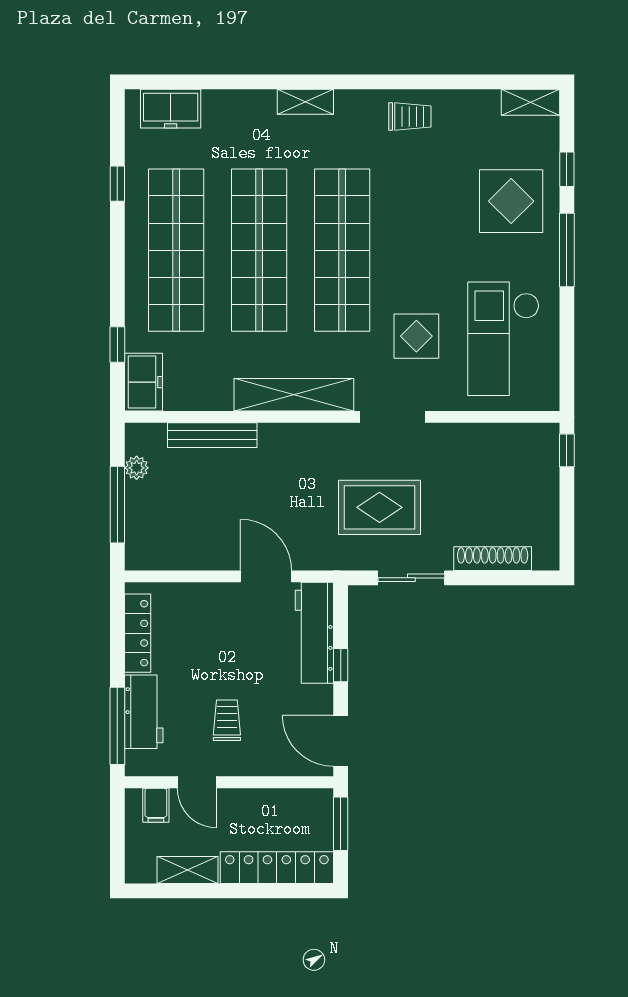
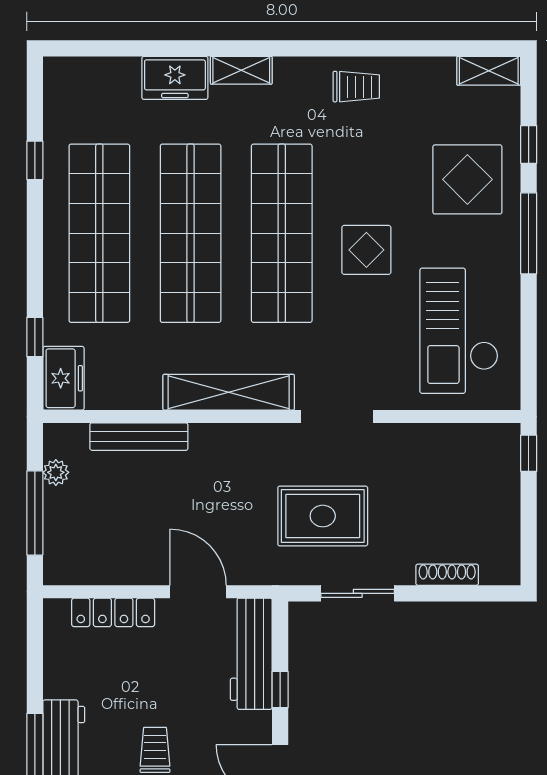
freezer: (171, 109) -> (175, 78), moved
display table: (416, 336) -> (366, 250), moved
shoe rack: (493, 559) -> (447, 575), width x0.74, depth x0.81
locker: (138, 633) -> (113, 612), moved, turned 90

